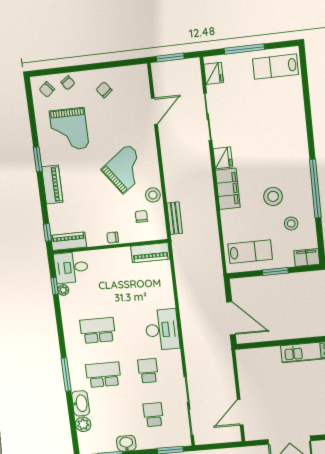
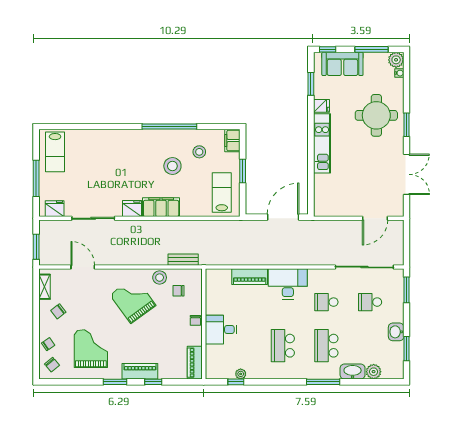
shelving: (128, 72) -> (44, 287), added
grand piano: (69, 130) -> (91, 349), turned -90
window: (47, 232) -> (153, 382), moved
piano: (150, 253) -> (250, 277), moved, turned 90
desk: (71, 267) -> (221, 330), moved, turned 90
door: (240, 412) -> (375, 218), hinge flipped

